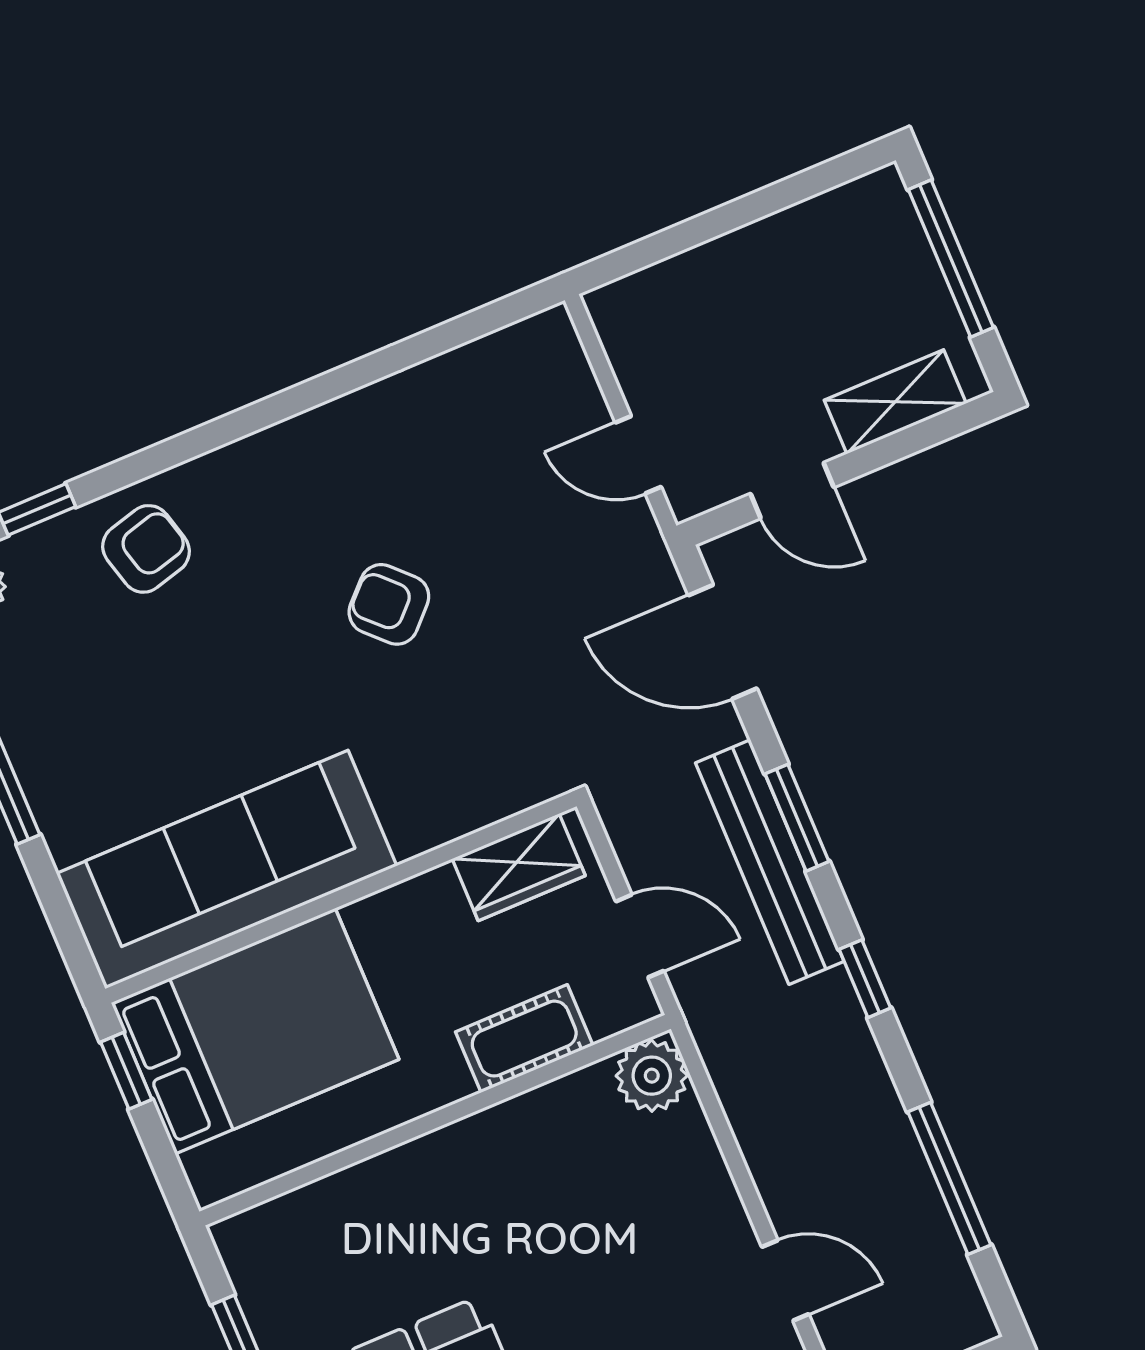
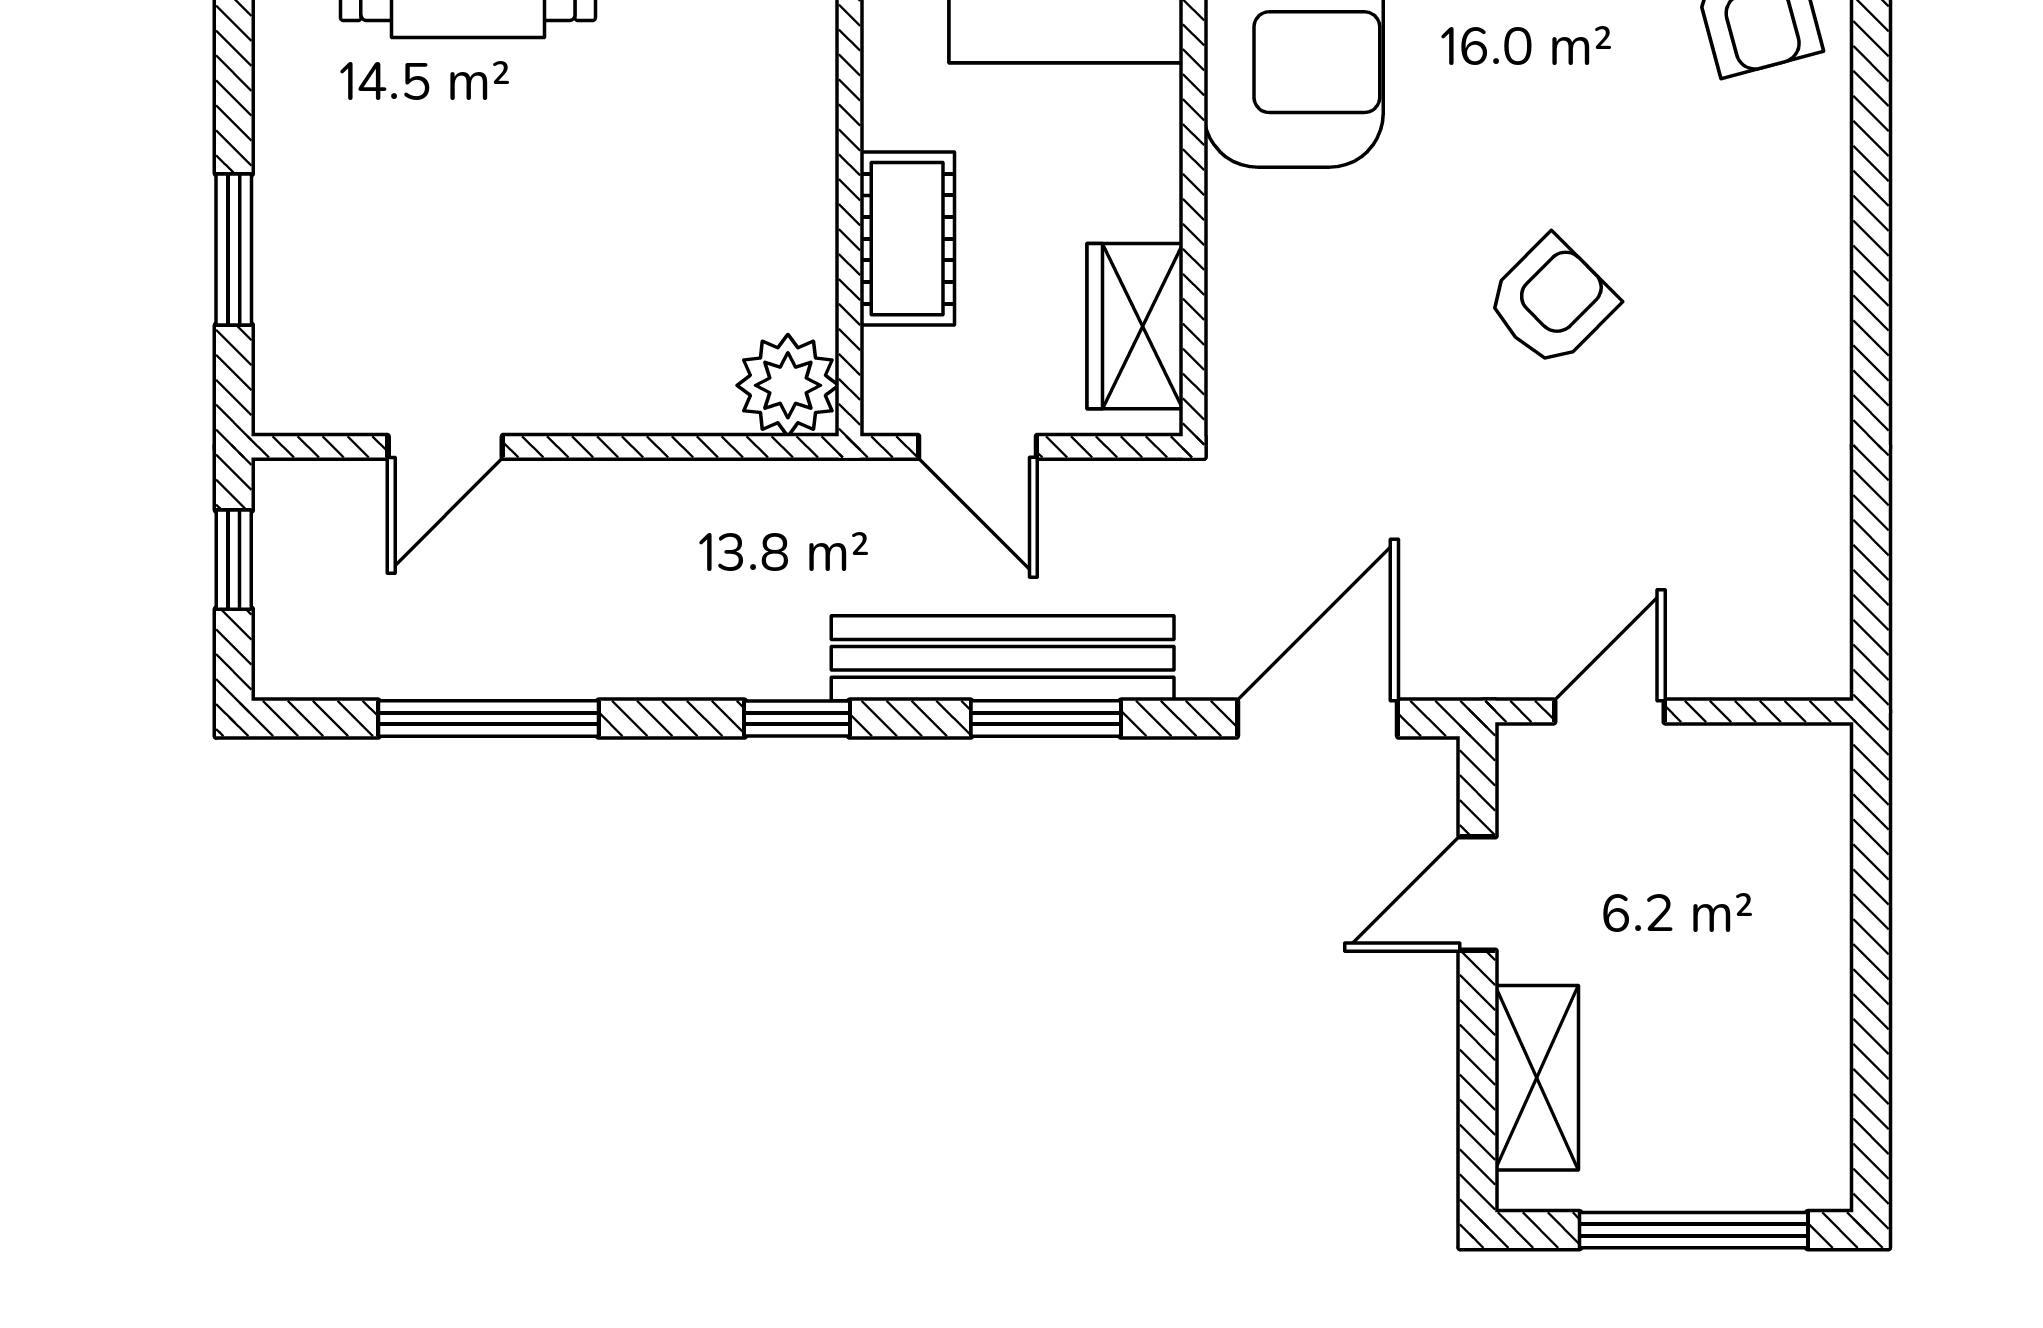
door: (640, 936) -> (978, 447), hinge flipped

